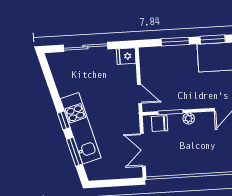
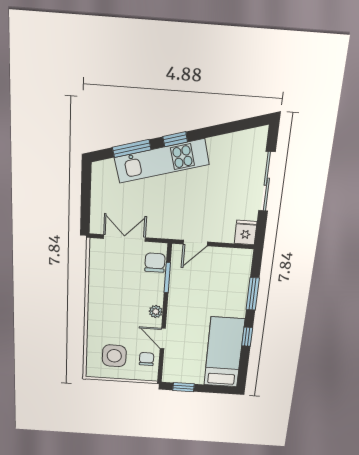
window: (213, 39) -> (247, 337), width x0.67
plant: (189, 119) -> (156, 311), moved

